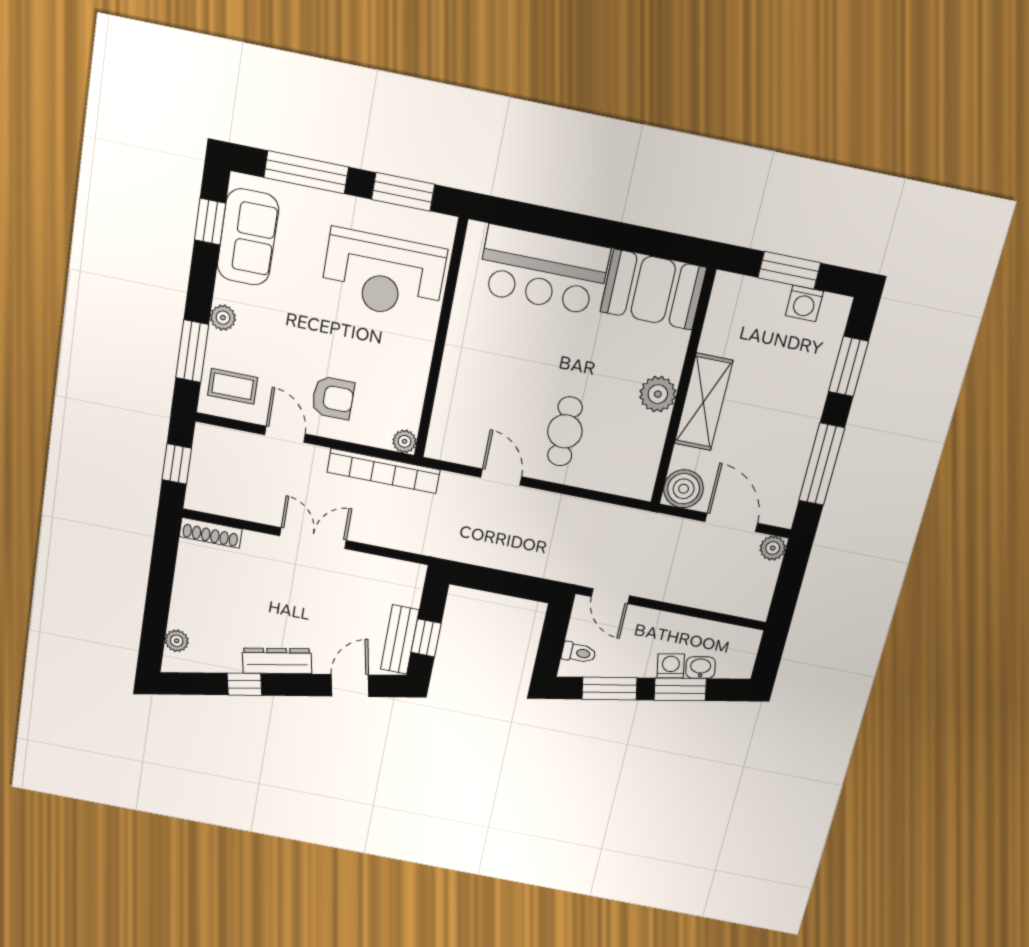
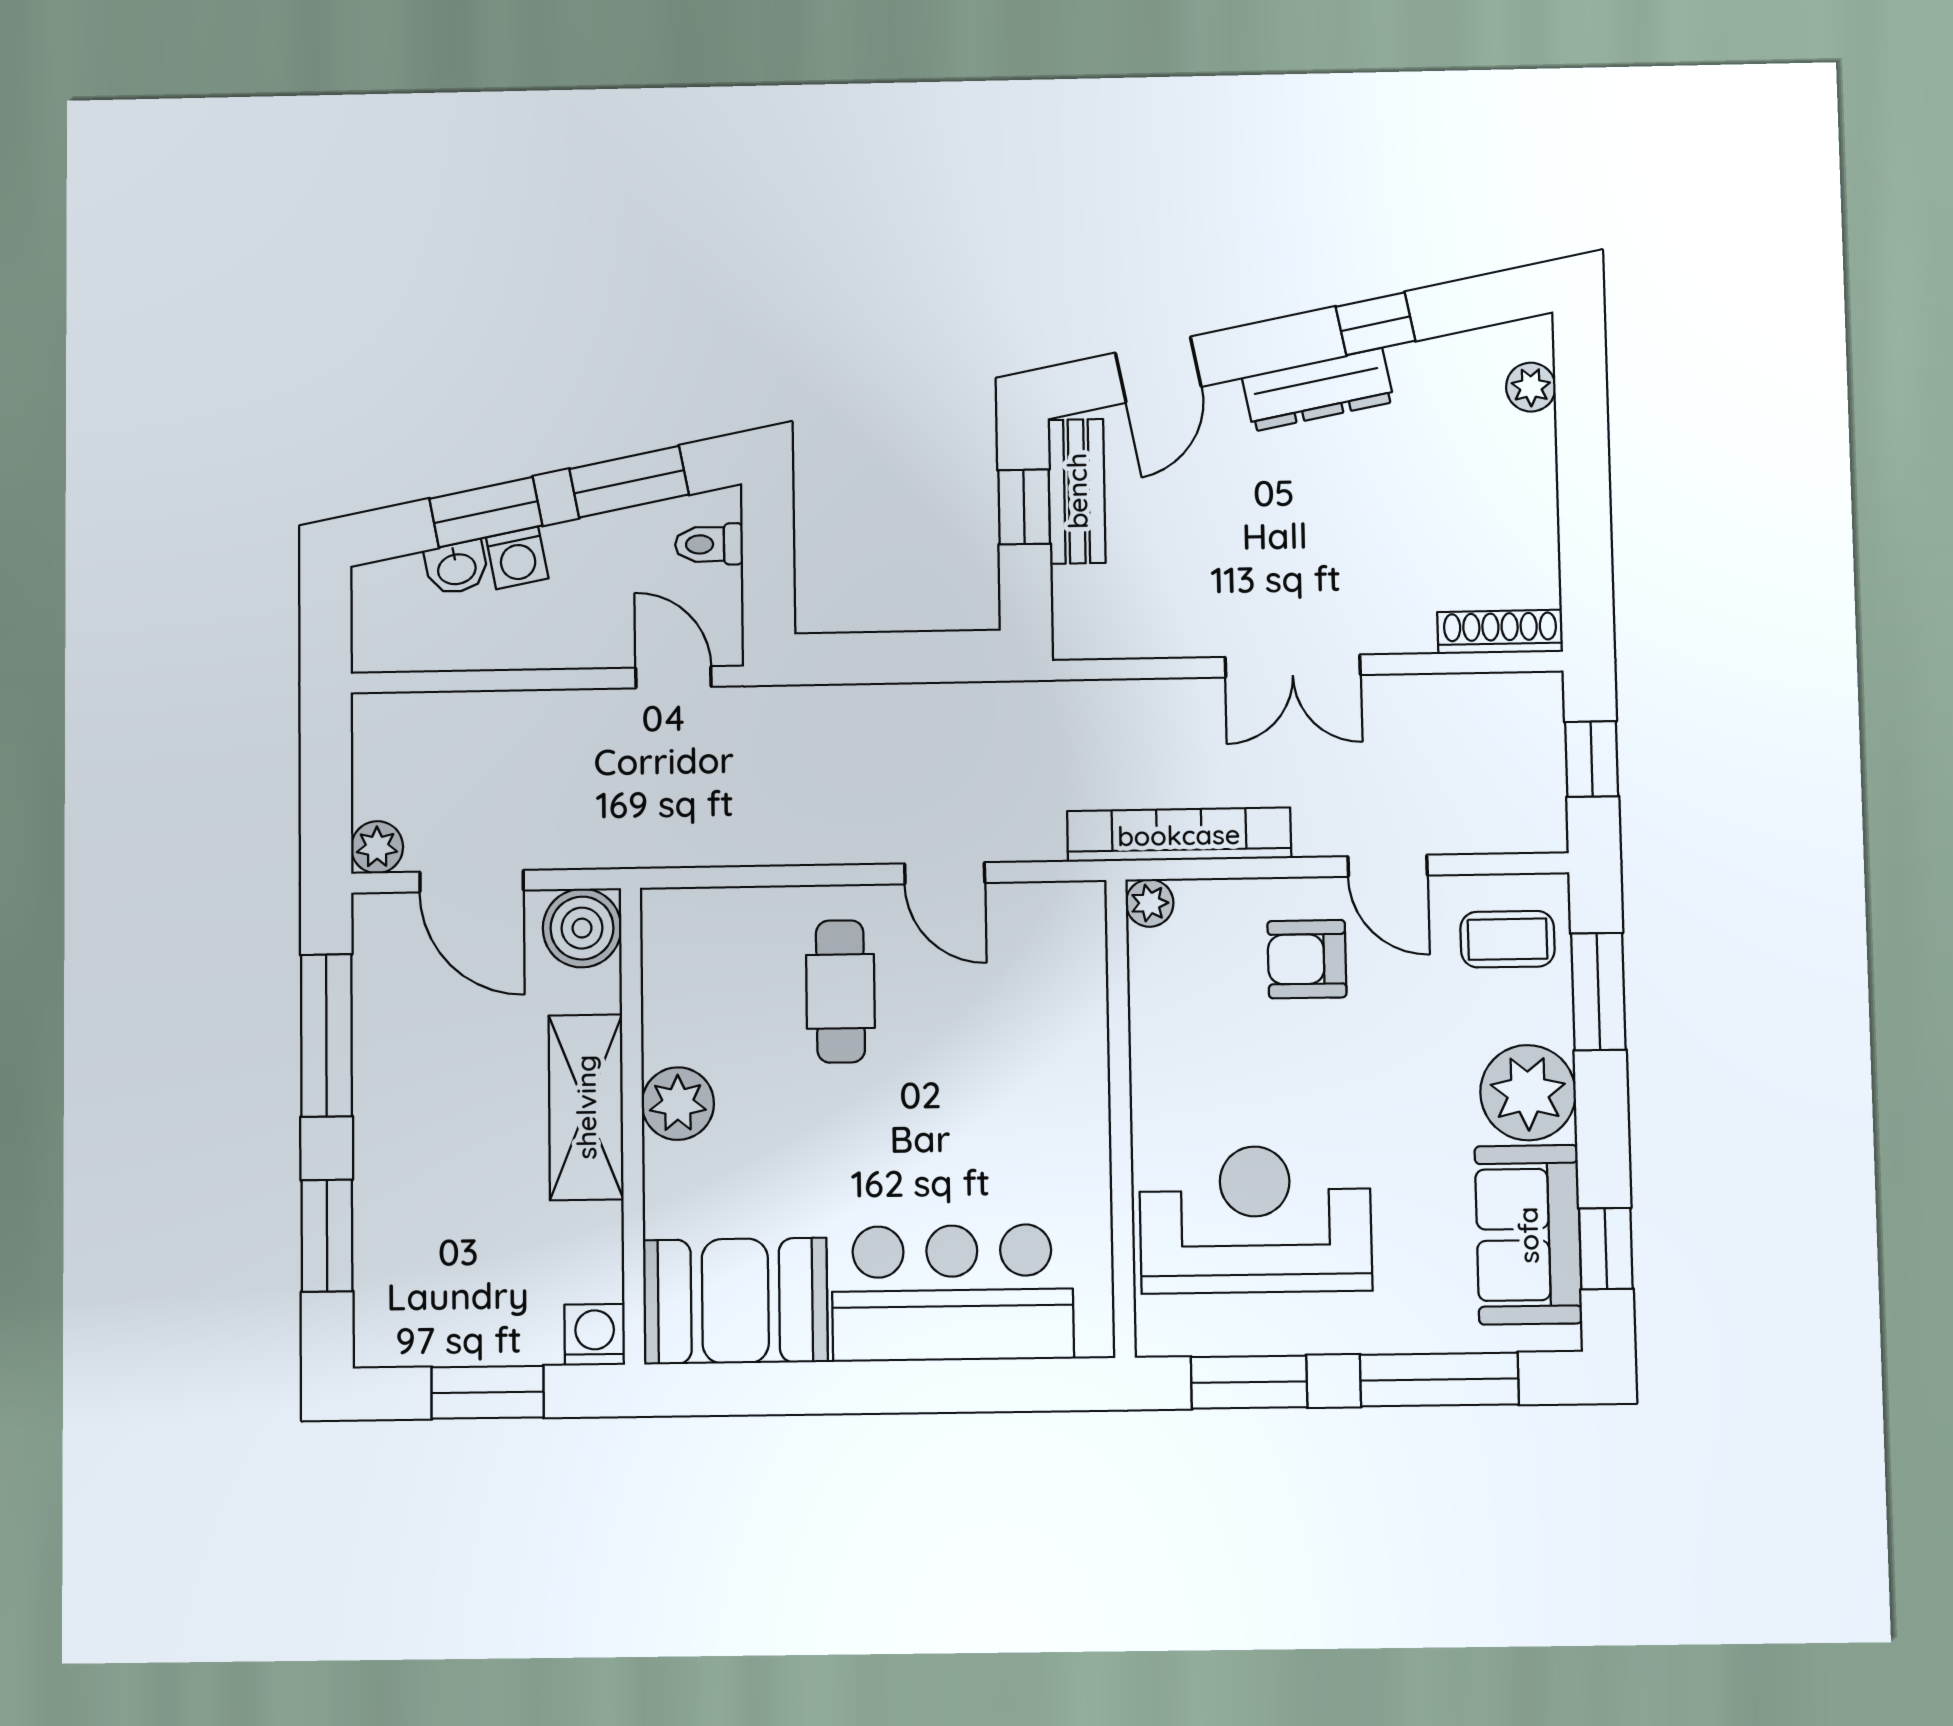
washing machine: (804, 303) -> (595, 1335), moved
plant: (223, 318) -> (1528, 1093), width x1.87, depth x1.87

